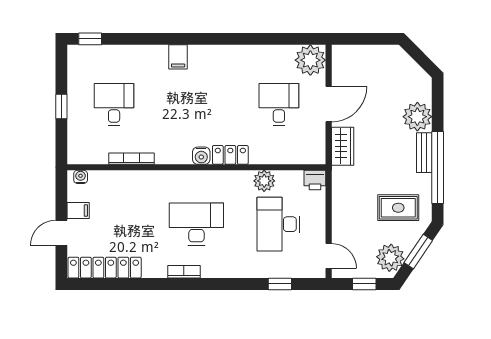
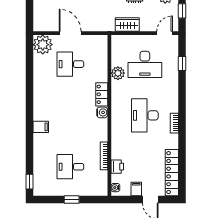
wardrobe: (343, 146) -> (127, 24), moved
printer: (315, 180) -> (117, 167), moved

